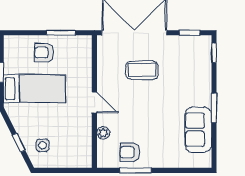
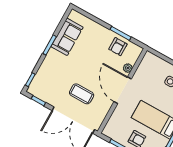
door: (94, 102) -> (123, 90), width x1.88
armchair: (130, 152) -> (118, 47), turned 90

